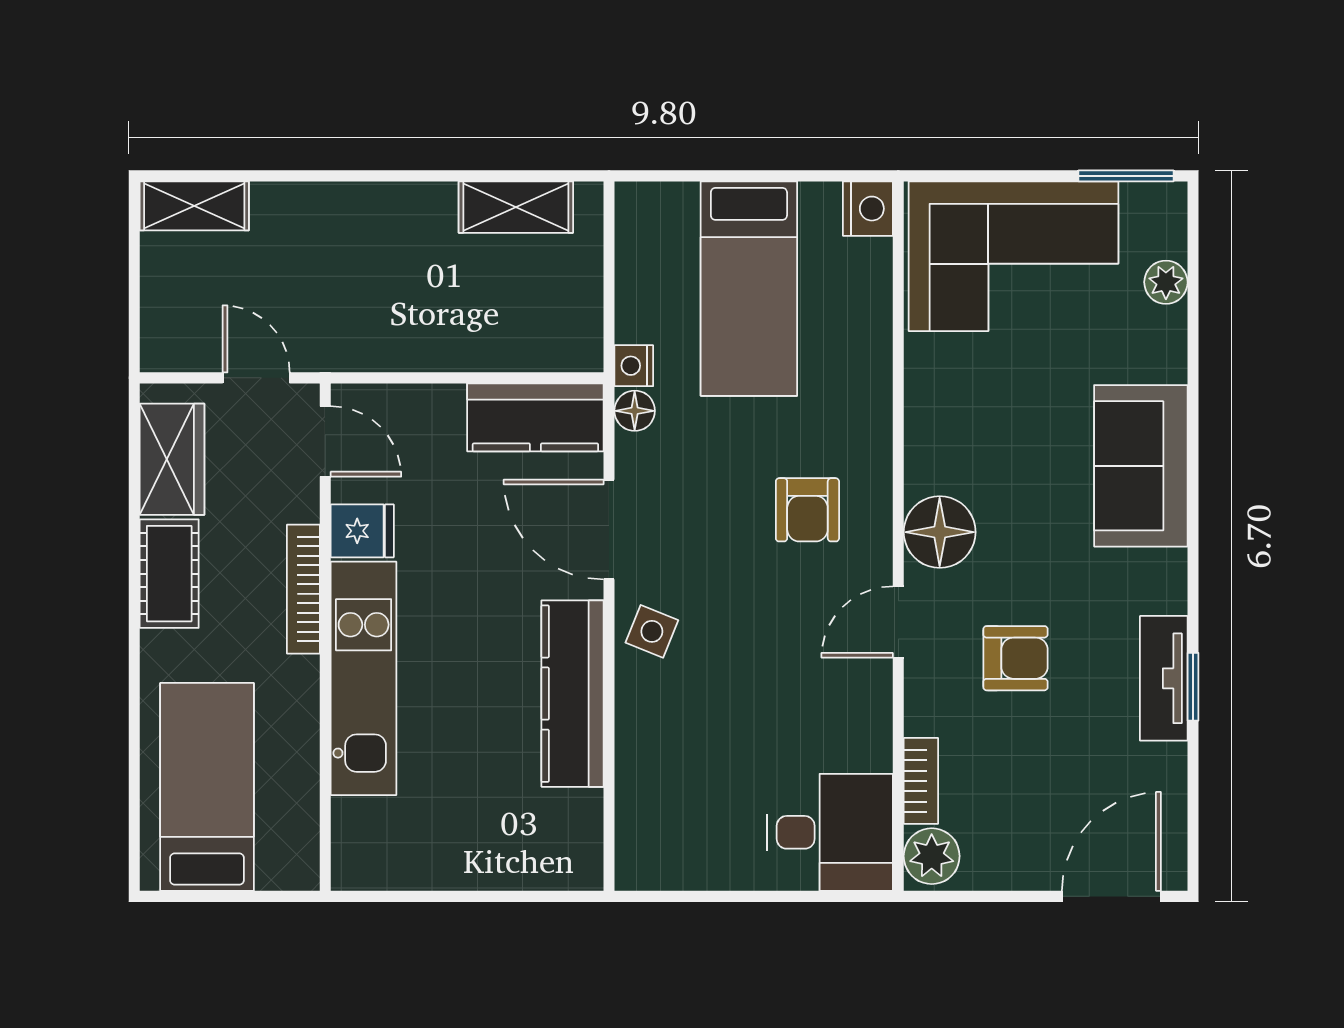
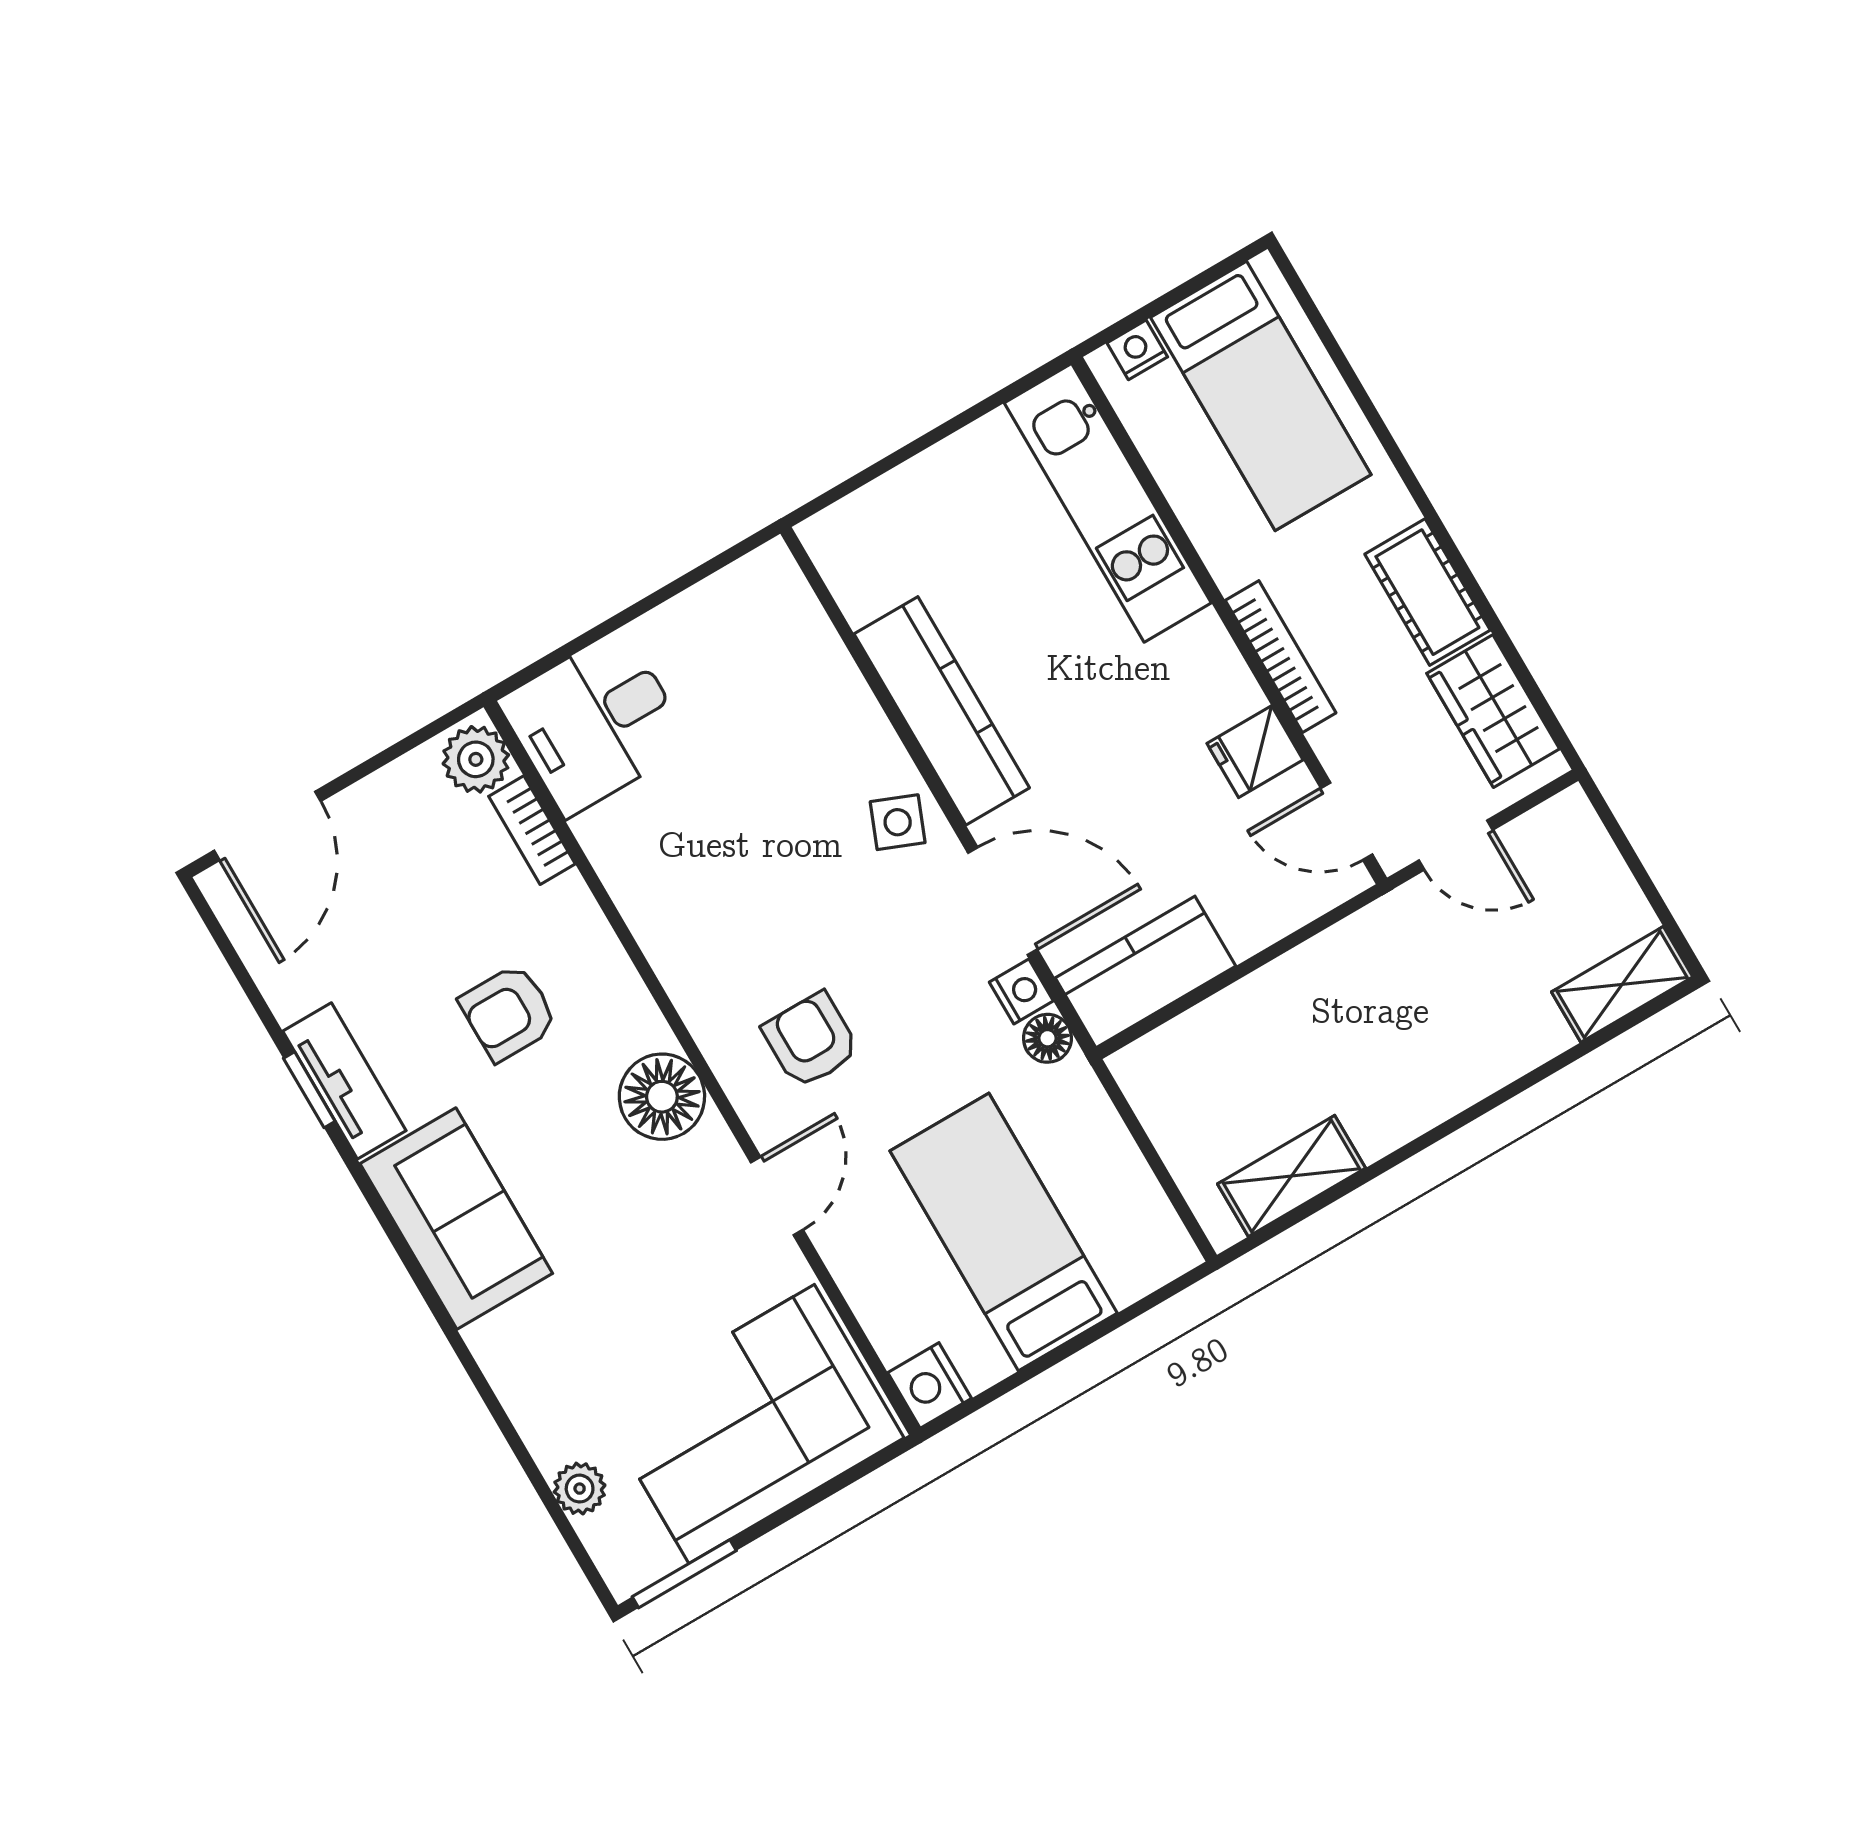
nightstand: (634, 366) -> (1021, 991), moved
sofa: (1141, 466) -> (456, 1219), moved
door: (898, 622) -> (777, 1196), moved
kitchen unit: (364, 678) -> (1108, 503), moved
nightstand: (277, 873) -> (1137, 350), added

